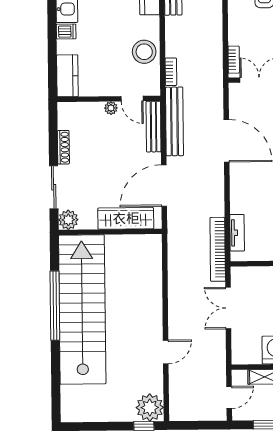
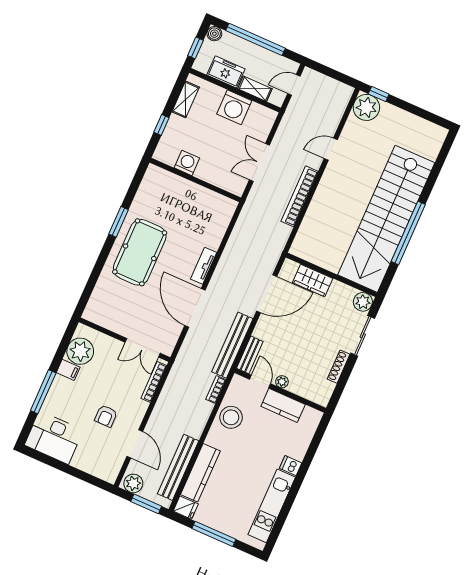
bookcase: (234, 60) -> (154, 382), width x1.56
kitchen counter: (67, 76) -> (283, 405), moved, turned -90
bench: (154, 127) -> (250, 355), width x0.73
wardrobe: (126, 218) -> (313, 280), width x0.67
tv unit: (237, 233) -> (204, 266), moved
bookcase: (218, 249) -> (300, 196), moved, turned 180
double door: (228, 308) -> (259, 163), swing flipped

